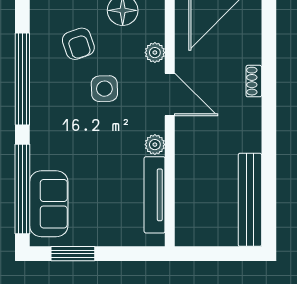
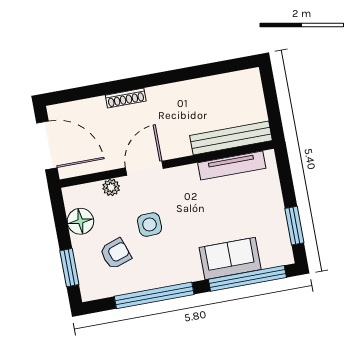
shoe rack: (254, 81) -> (126, 98), width x1.43
plant: (155, 145) -> (189, 173), removed
bench: (250, 200) -> (231, 138), moved
sofa: (49, 204) -> (230, 258), moved

